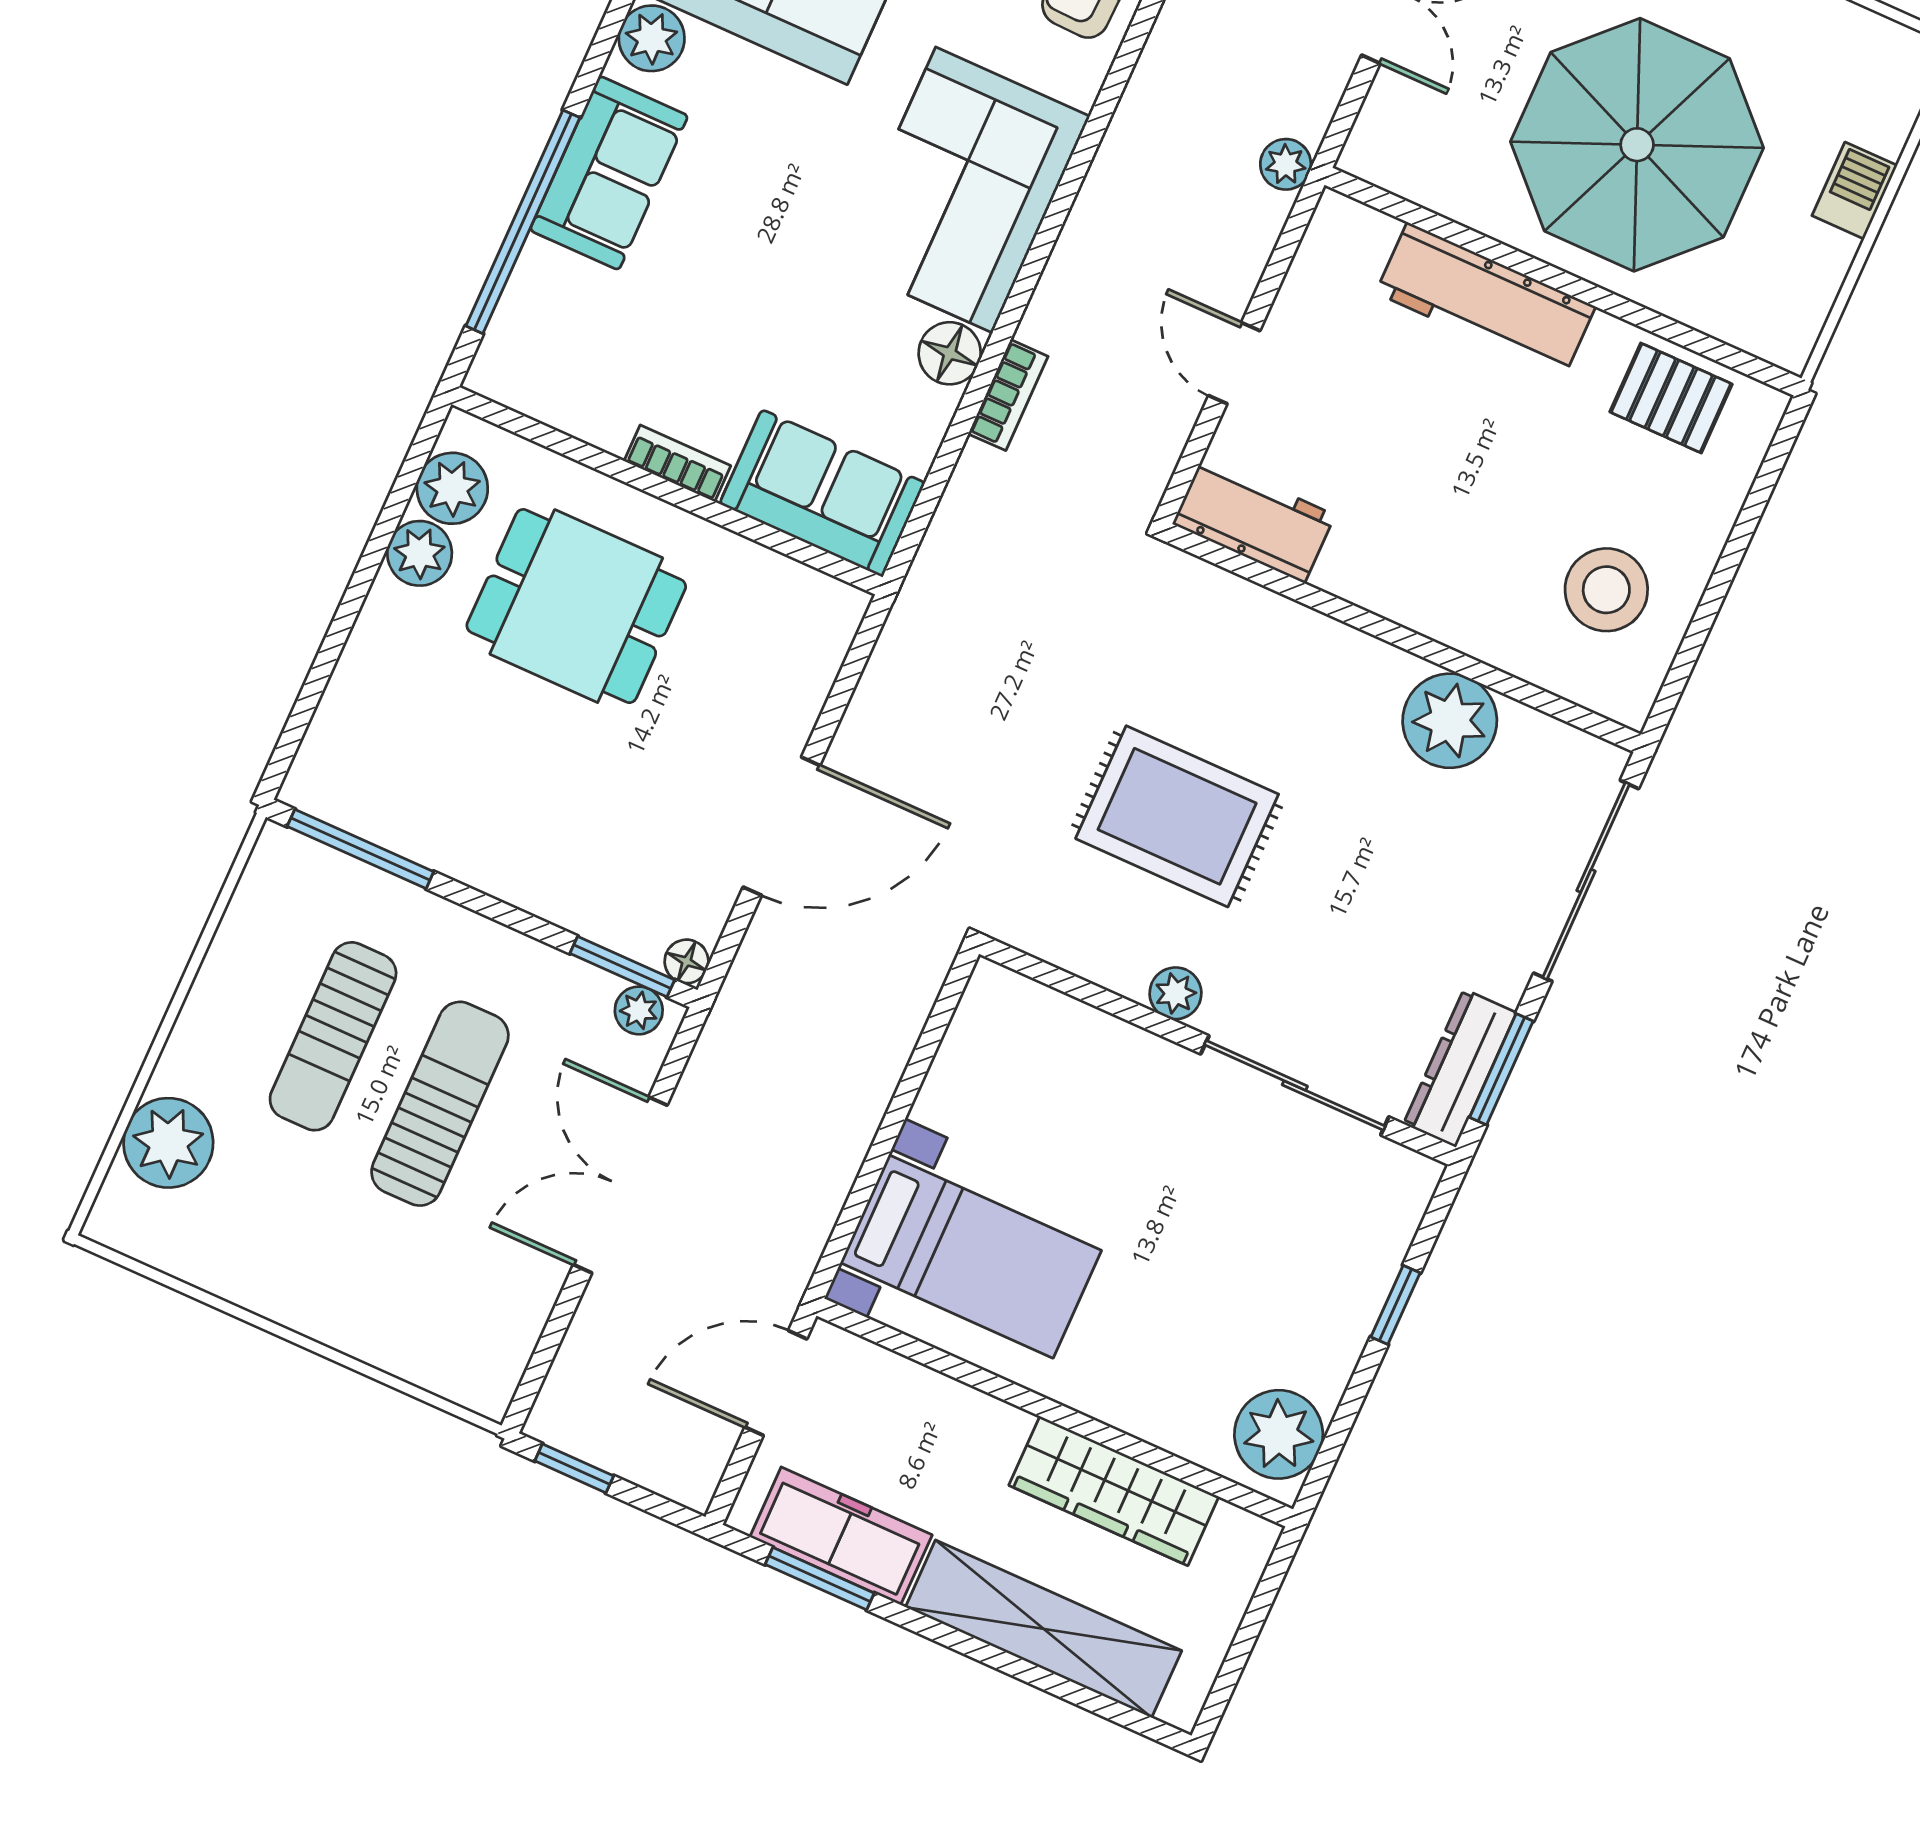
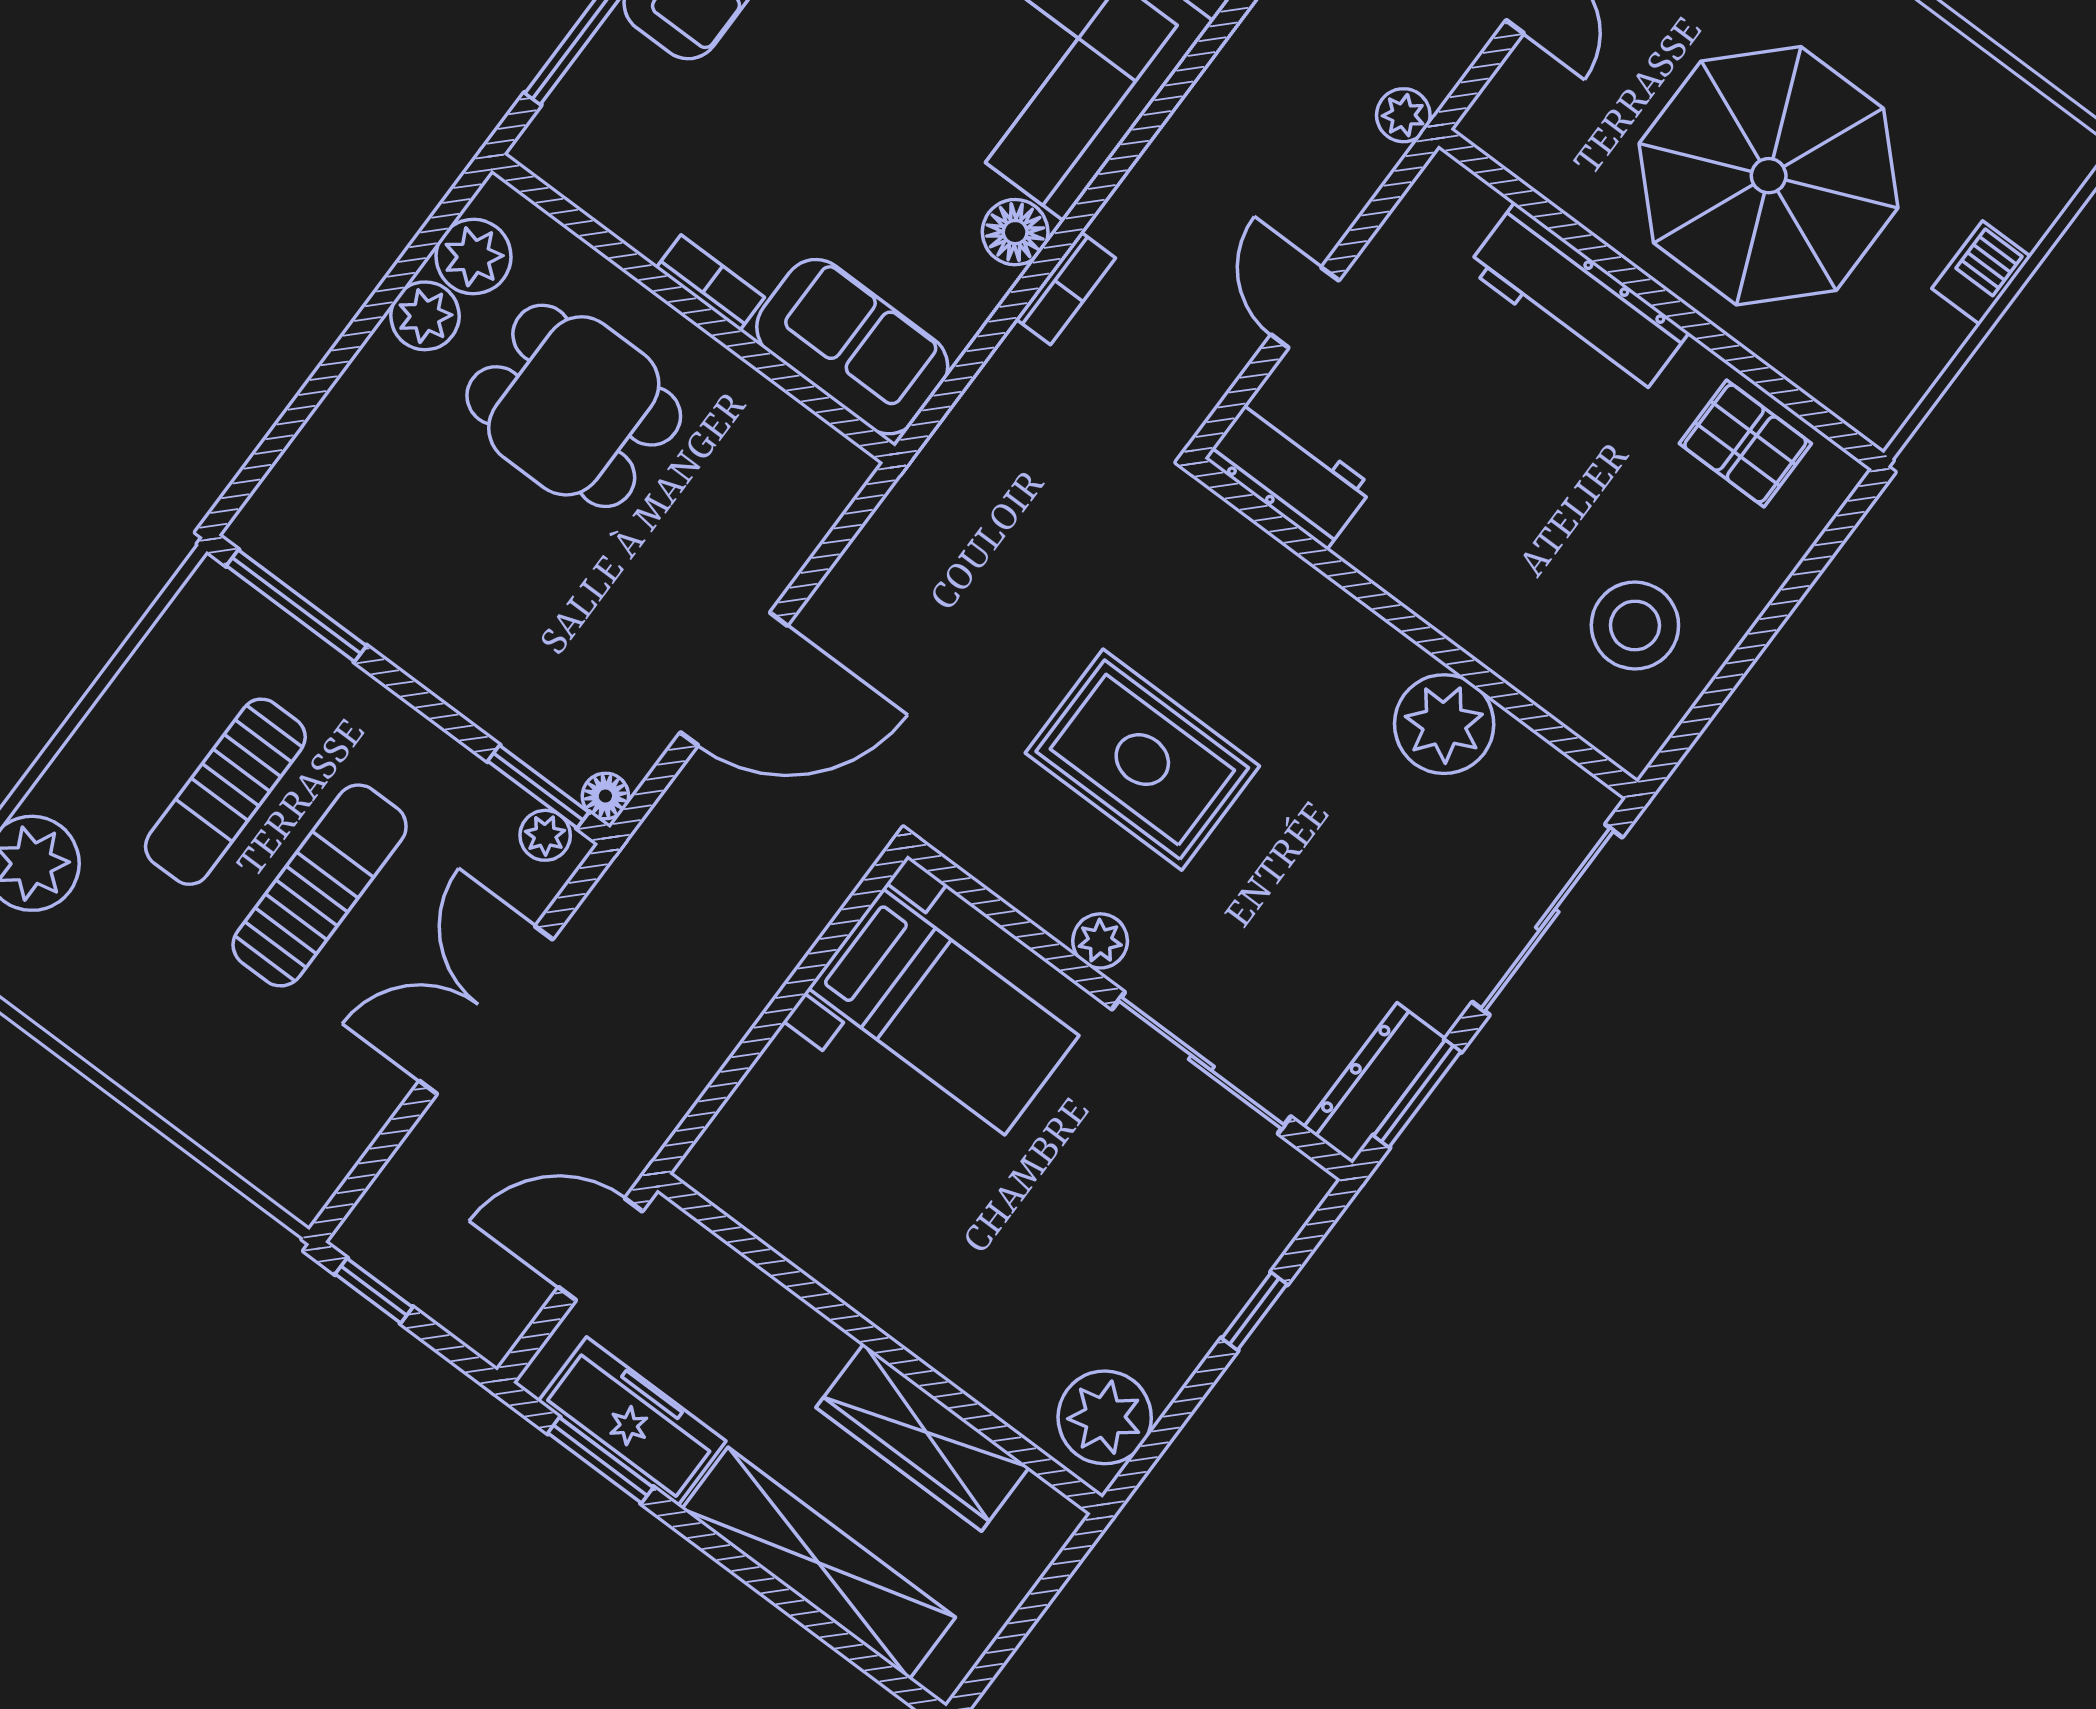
bed with nightstands: (971, 1257) -> (944, 1012), moved

